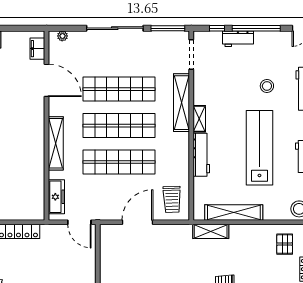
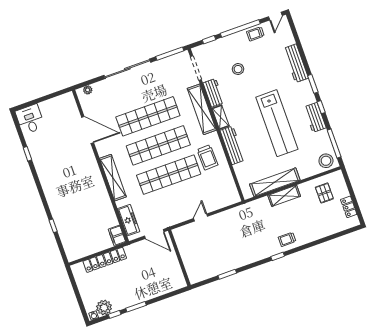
workbench: (238, 39) -> (214, 93), moved, turned -90
trolley: (271, 40) -> (255, 34), added
filing cabinet: (37, 49) -> (117, 236), moved
stool: (267, 86) -> (238, 69), moved
lab bench: (259, 148) -> (277, 123), turned 180
trolley: (172, 199) -> (207, 157), moved
door: (137, 222) -> (201, 217), width x0.53
shelving: (211, 231) -> (284, 196), moved

